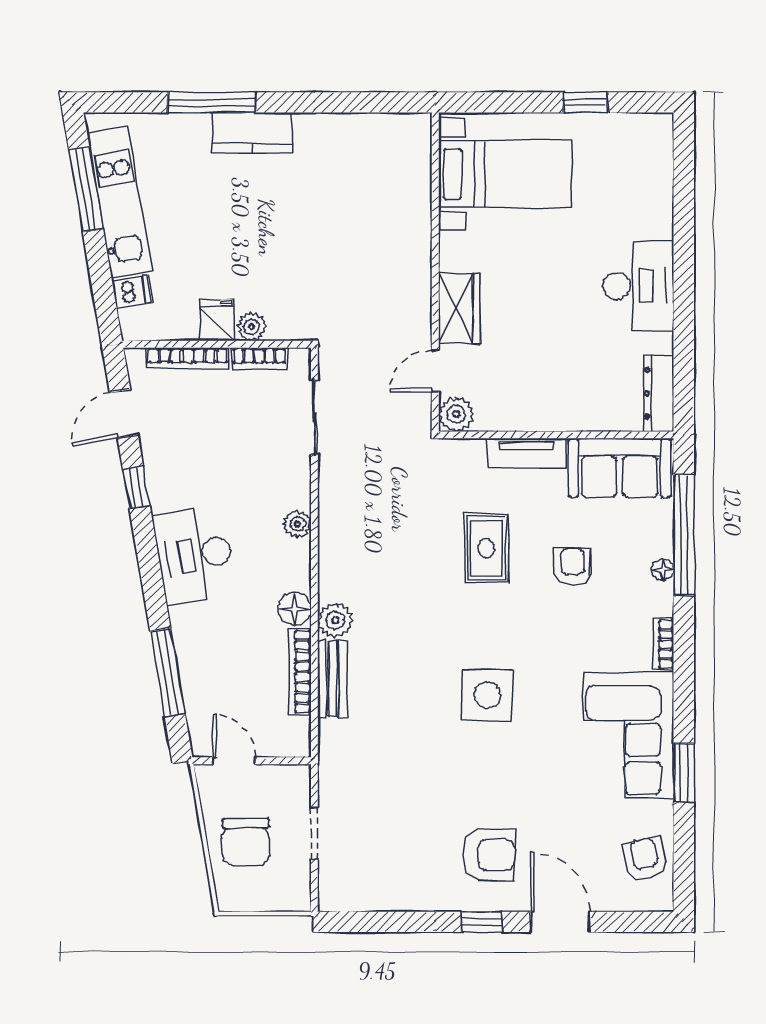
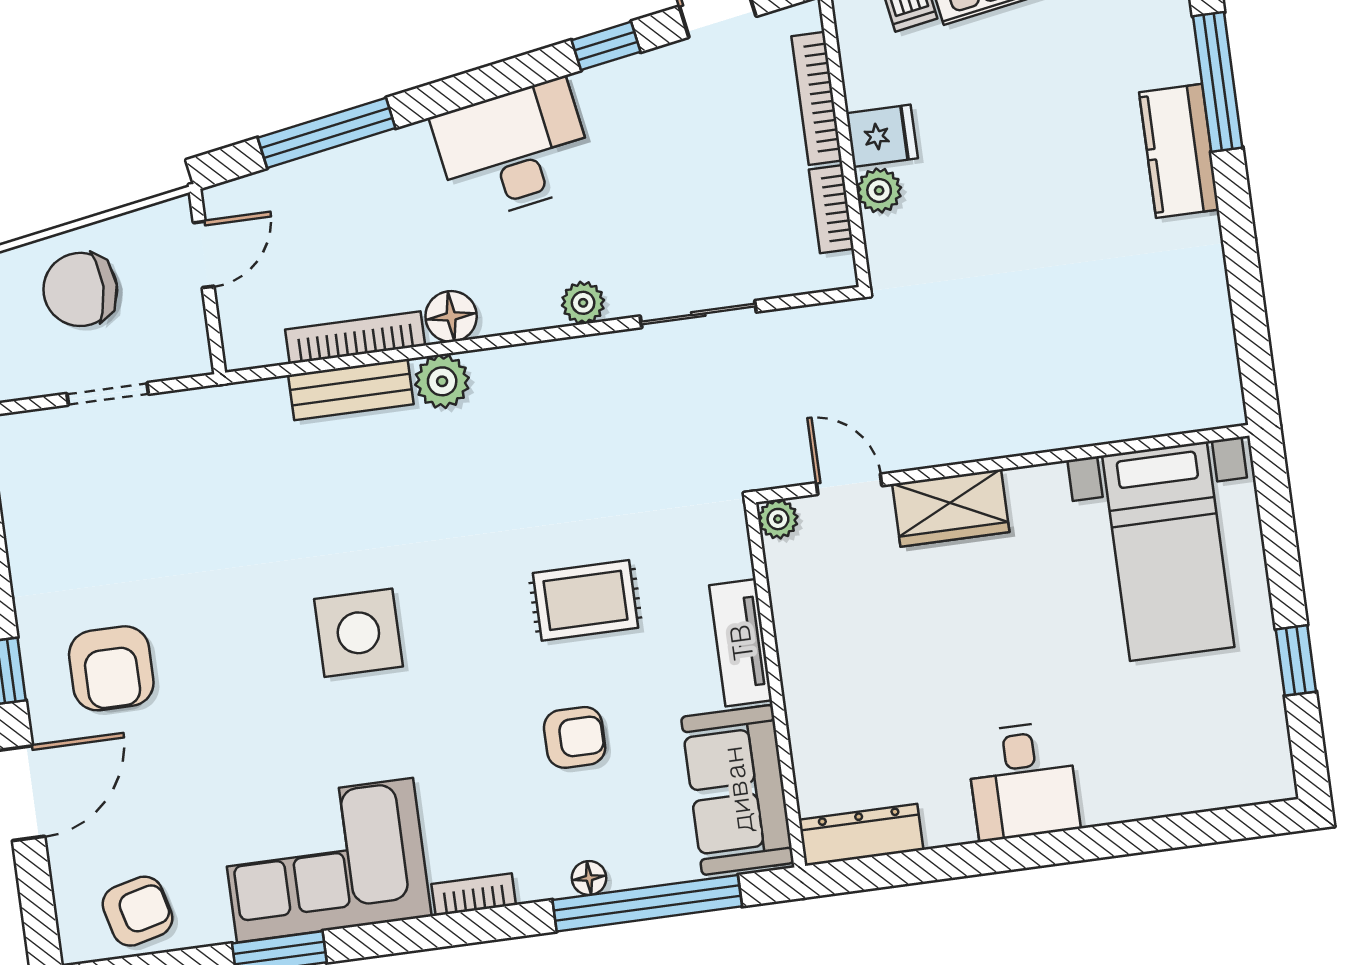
desk: (638, 286) -> (1023, 781), width x0.73
plant: (456, 414) -> (778, 519), width x0.73, depth x0.73
sliding door: (314, 417) -> (698, 314), moved

